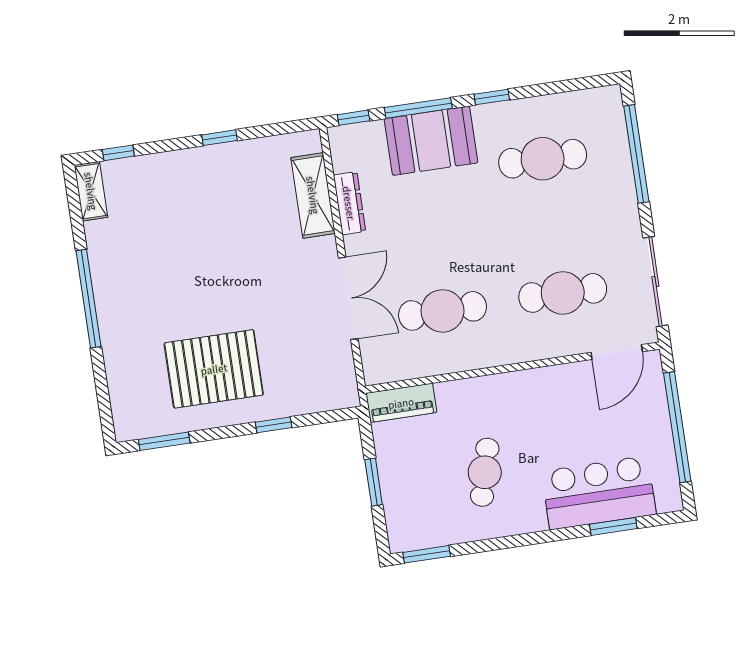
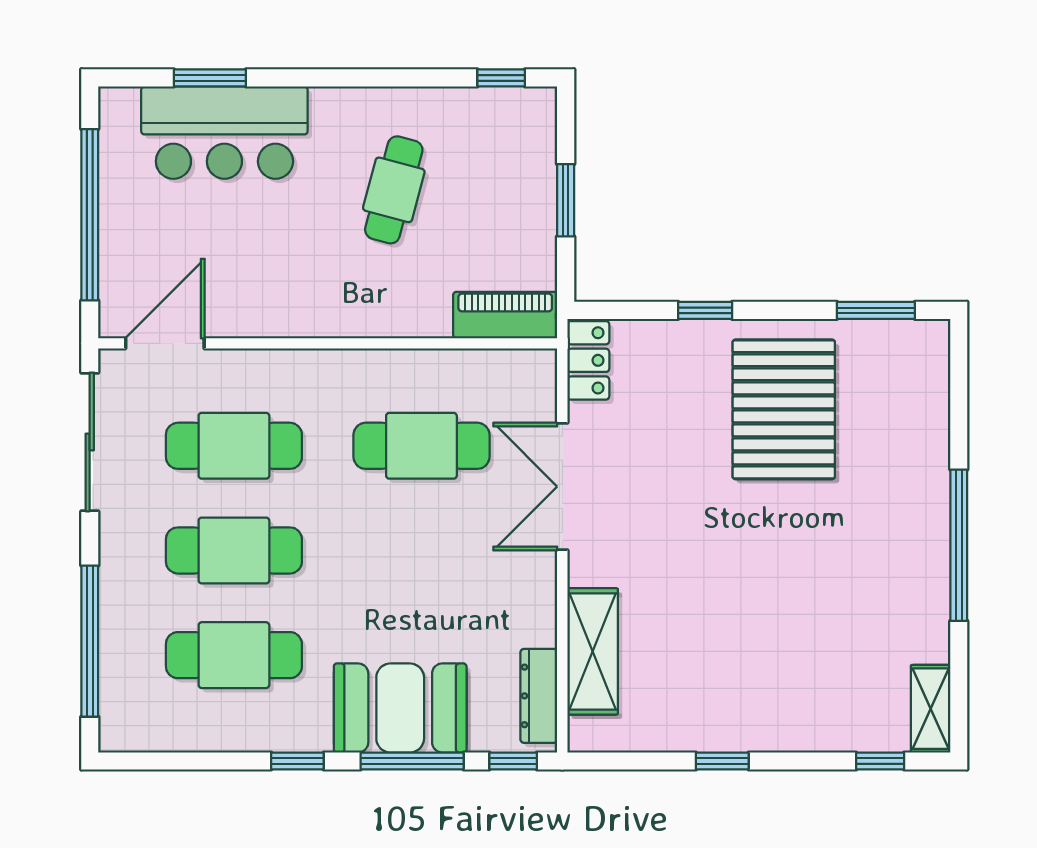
dresser: (349, 203) -> (539, 696), moved
cafe table: (553, 226) -> (234, 550), added
pallet: (214, 369) -> (784, 409), turned 90
locker: (344, 382) -> (588, 360), added
window: (427, 554) -> (501, 78), width x0.67

